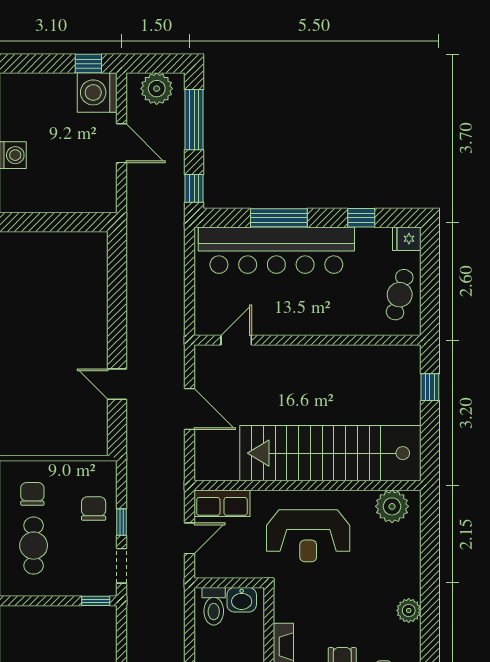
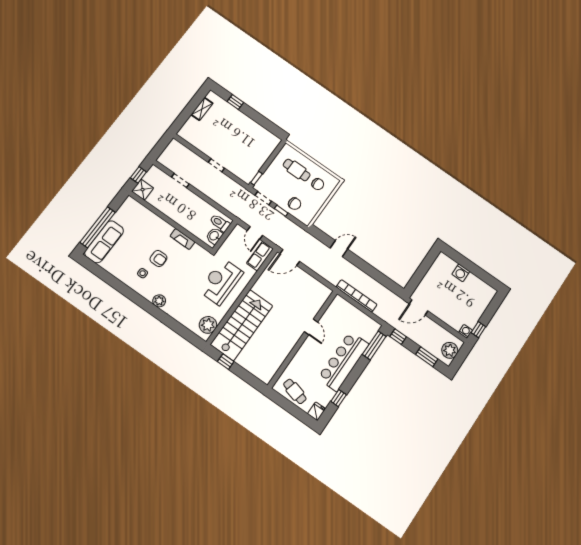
washing machine: (97, 92) -> (465, 331), width x0.53, depth x0.53
window: (194, 120) -> (427, 357), width x0.69
door: (122, 143) -> (419, 307), moved
window: (279, 218) -> (374, 345), moved
bar counter: (276, 250) -> (343, 361), width x0.73
bookcase: (175, 301) -> (357, 296), added
door: (236, 340) -> (311, 327), moved
window: (430, 387) -> (226, 362), moved
door: (190, 409) -> (290, 257), moved
stairs: (330, 453) -> (242, 325), width x0.73

